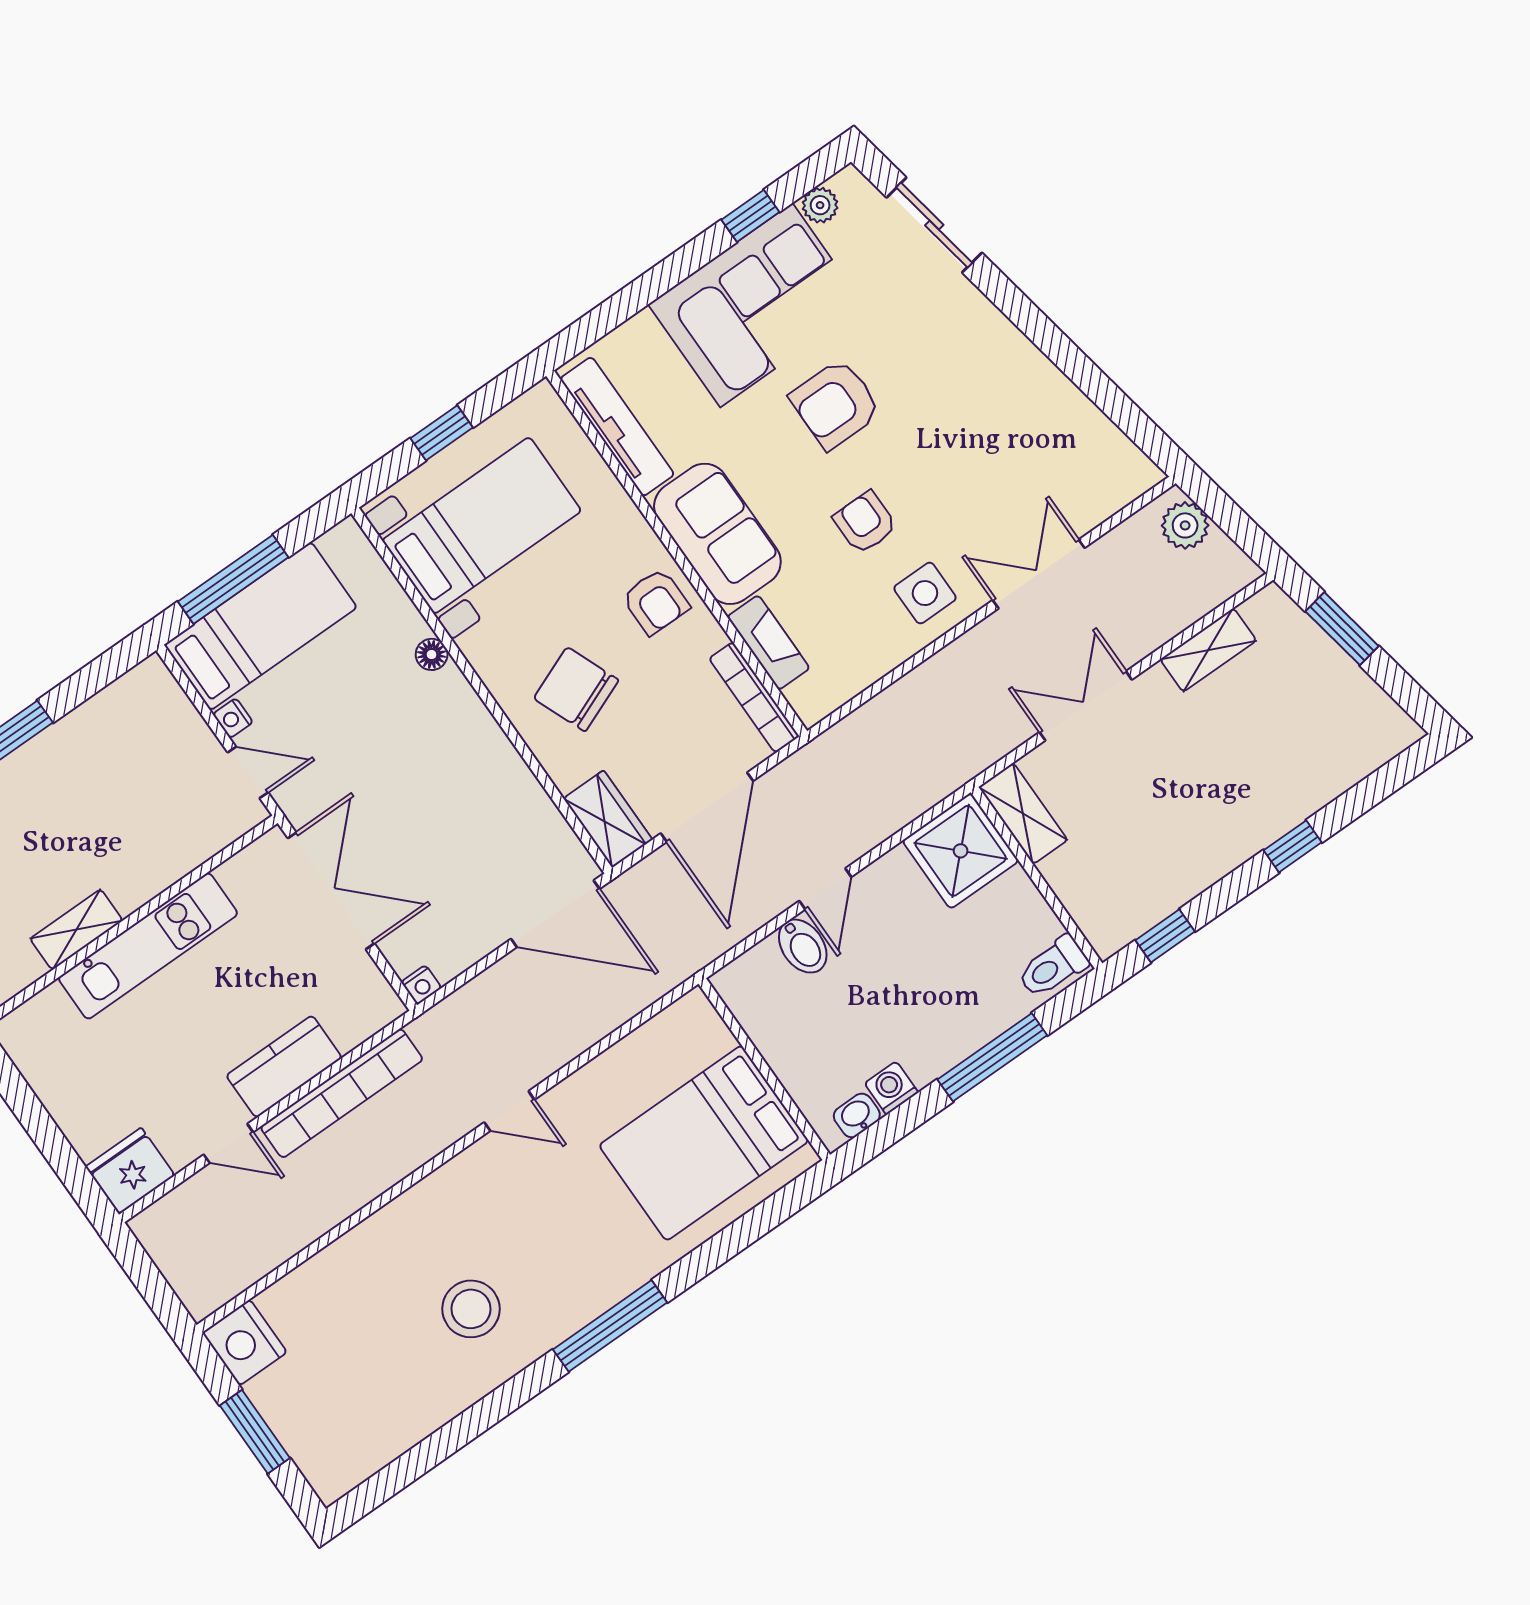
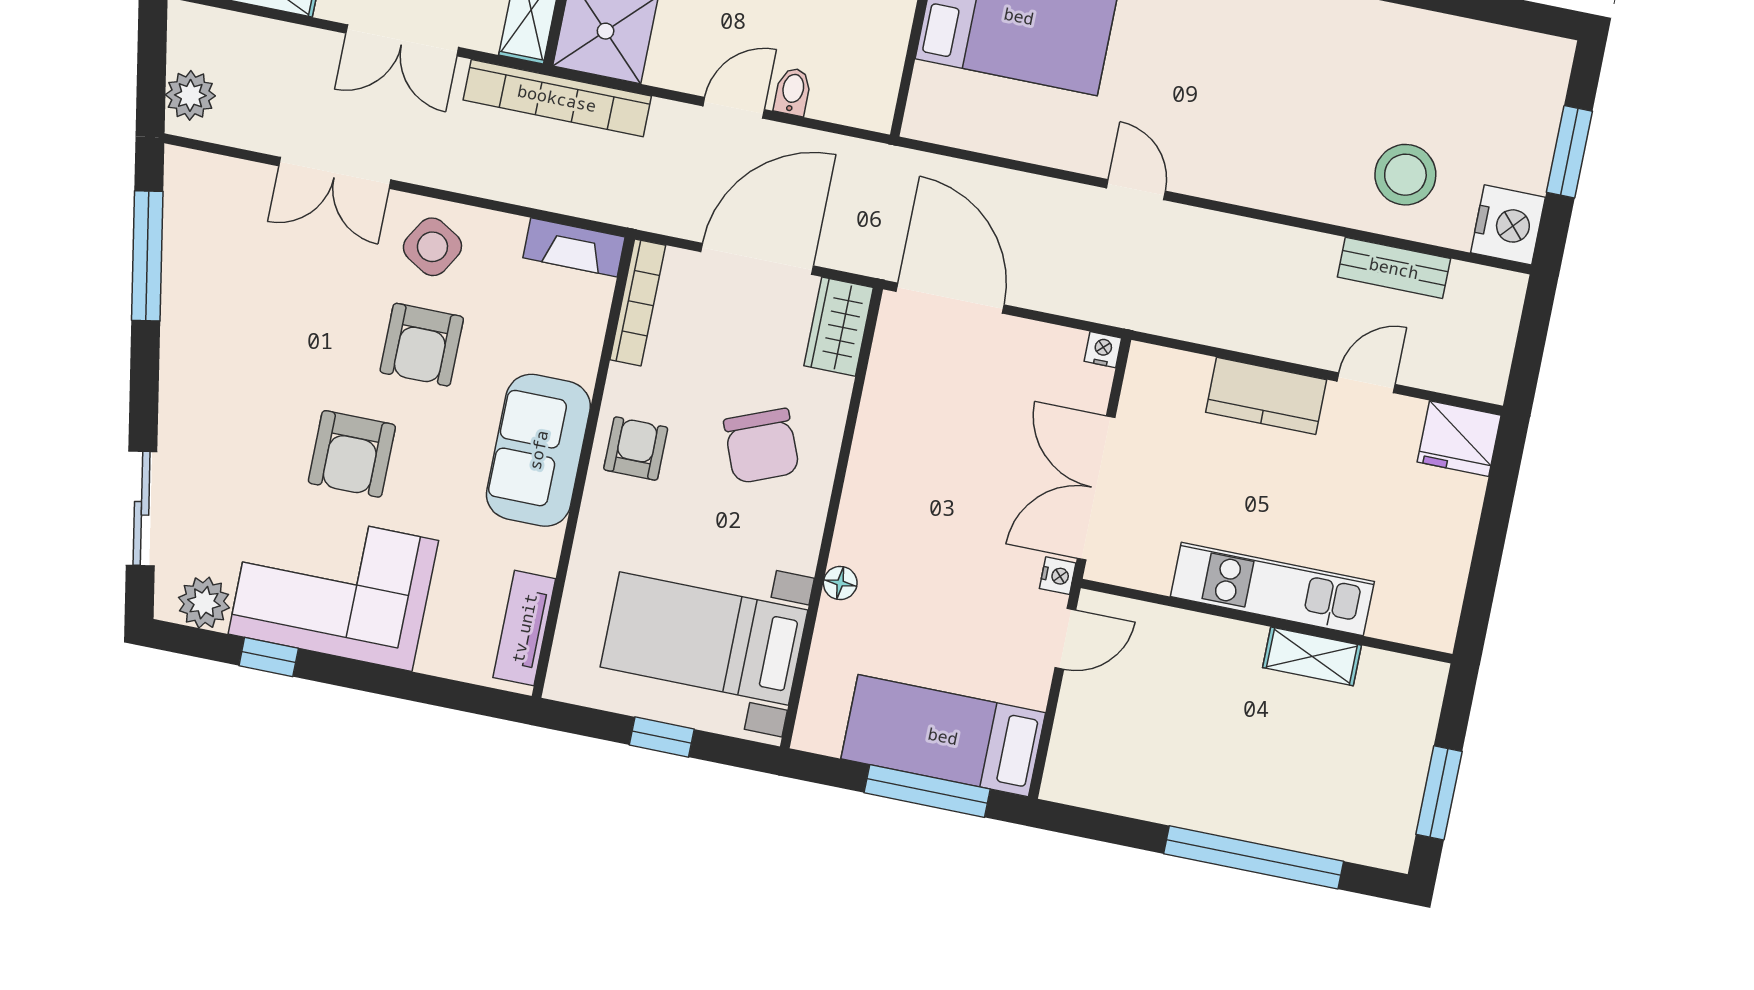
plant: (820, 205) -> (204, 603), width x1.38, depth x1.38
window: (1103, 392) -> (147, 256), added
armchair: (836, 404) -> (352, 454), turned 90
tv unit: (617, 427) -> (524, 628), width x0.71
armchair: (865, 522) -> (422, 345), width x1.38, depth x1.38
side table: (925, 593) -> (432, 247), turned 31
fireplace: (768, 642) -> (574, 247), moved, turned -90
nightstand: (233, 718) -> (1058, 576), moved
door: (248, 772) -> (1065, 639), swing flipped
bidet: (803, 946) -> (793, 91), width x0.72, depth x0.74
bookcase: (342, 1093) -> (557, 98), moved, turned 180
door: (228, 1143) -> (1366, 383), hinge flipped
bench: (289, 1237) -> (1394, 268), added
stool: (471, 1309) -> (1405, 175), moved

